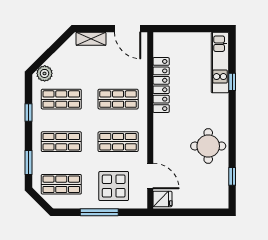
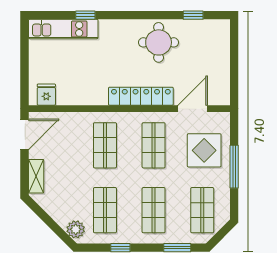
locker: (161, 85) -> (141, 96), moved
fridge: (162, 199) -> (46, 95), moved

